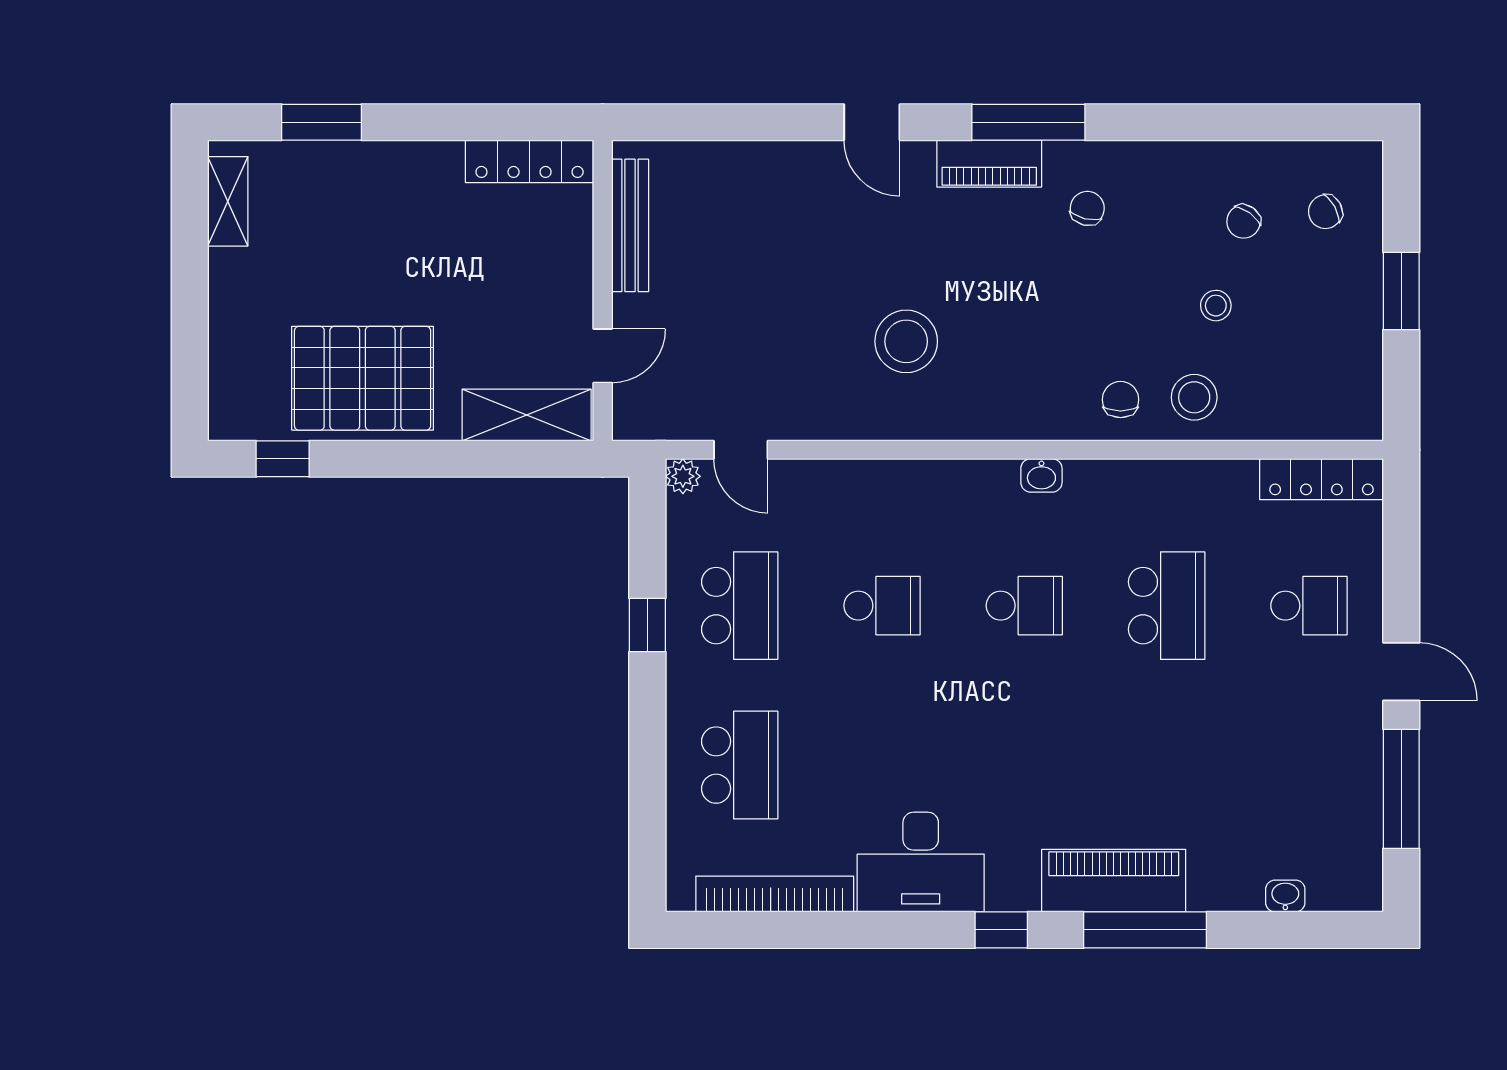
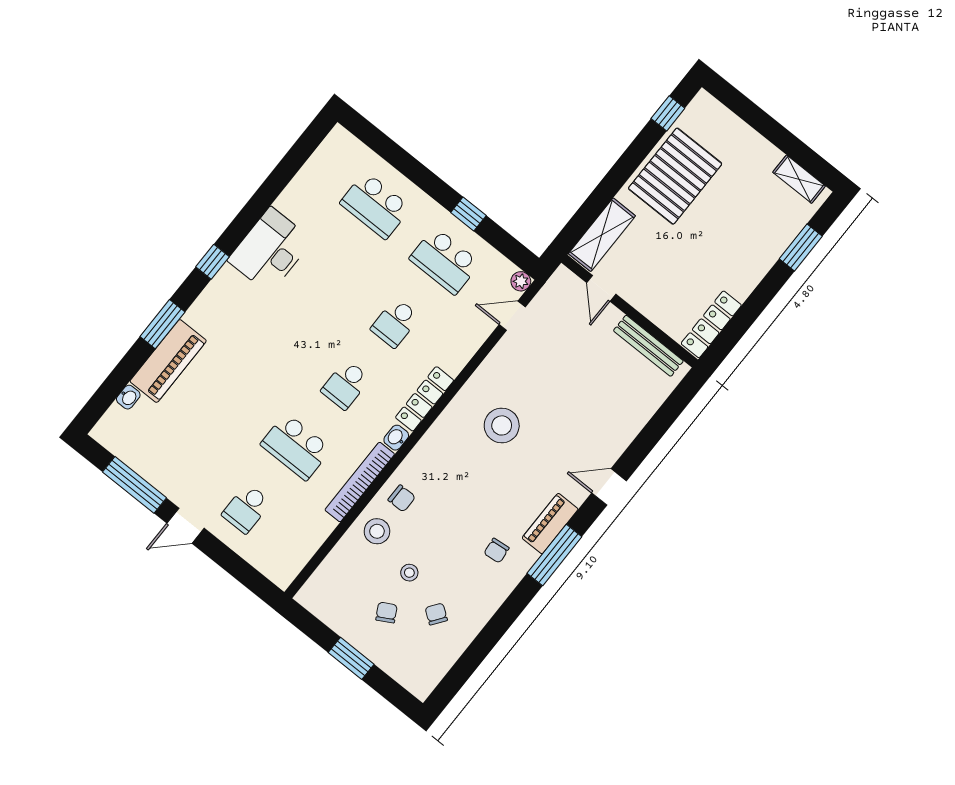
chair: (1087, 208) -> (496, 551), turned 70
chair: (1325, 212) -> (386, 613), moved
locker: (1321, 479) -> (425, 399), moved
piano: (1114, 881) -> (168, 361), moved
bookcase: (775, 894) -> (360, 482), moved, turned 180
window: (1145, 930) -> (162, 324), width x0.69

